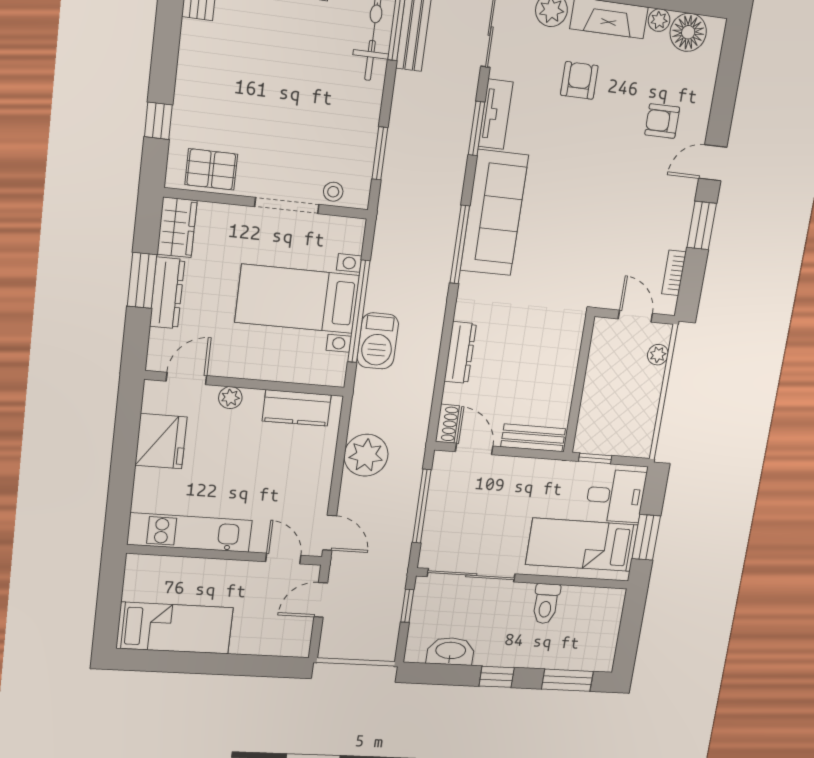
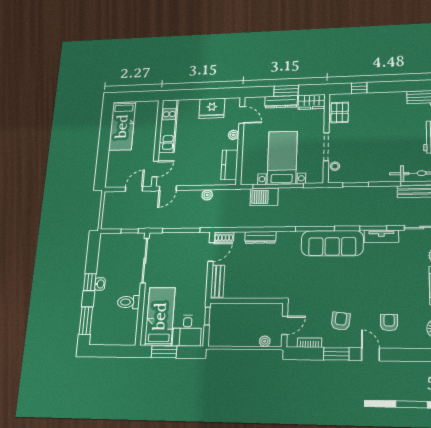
armchair: (579, 80) -> (341, 321), moved, turned -83
plant: (366, 455) -> (207, 195), width x0.53, depth x0.53
door: (321, 600) -> (134, 189), hinge flipped
washbasin: (451, 651) -> (100, 284), moved, width x0.52, depth x0.69

